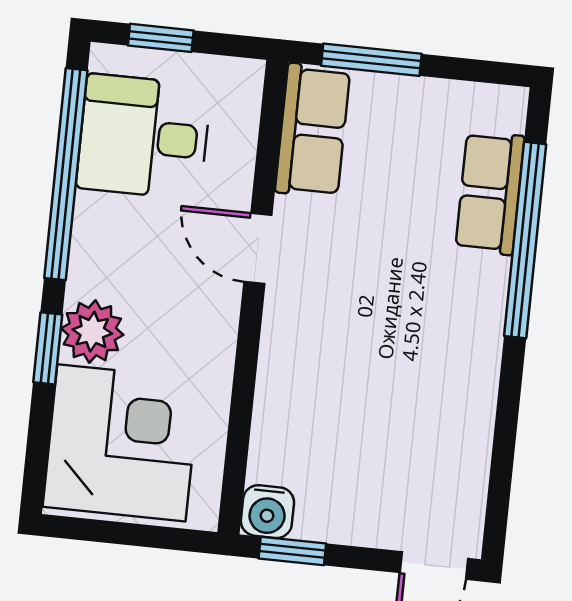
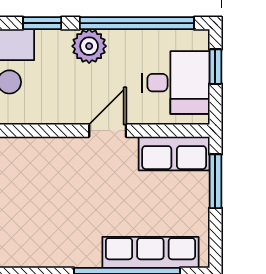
desk: (144, 137) -> (176, 83), moved, turned 90
row of seats: (490, 193) -> (150, 252), width x1.48
plant: (92, 332) -> (89, 46), moved

